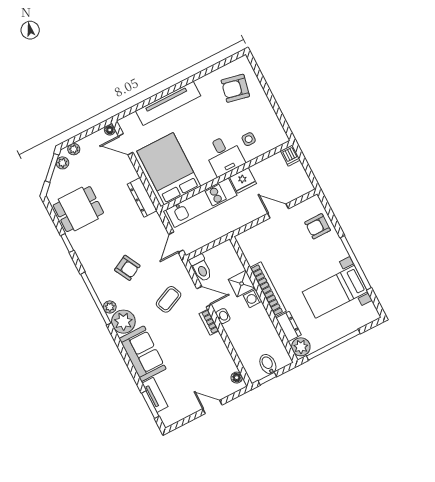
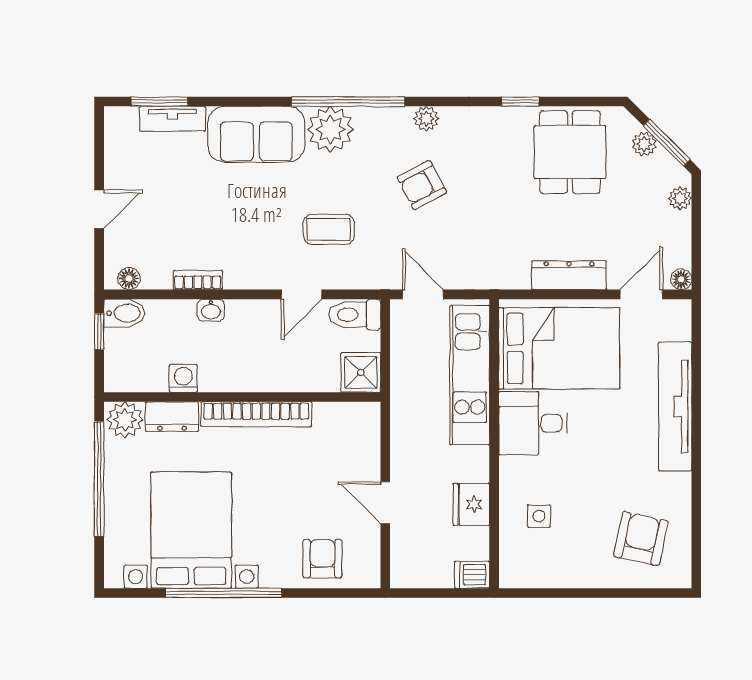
desk: (224, 155) -> (533, 423), moved
plant: (62, 163) -> (644, 144), moved
fridge: (243, 180) -> (471, 504), moved
dresser: (142, 197) -> (569, 275), moved
door: (278, 211) -> (385, 503), swing flipped
shower: (242, 284) -> (361, 372), moved
bed with nightstands: (335, 292) -> (191, 530), width x1.36
washing machine: (253, 298) -> (183, 378), moved
window: (96, 299) -> (348, 102), moved
coffee table: (169, 299) -> (329, 229), turned -66
plant: (110, 307) -> (426, 119), moved
washbasin: (223, 316) -> (211, 310), moved
bookcase: (209, 322) -> (198, 280), moved
bidet: (268, 364) -> (124, 313), moved

